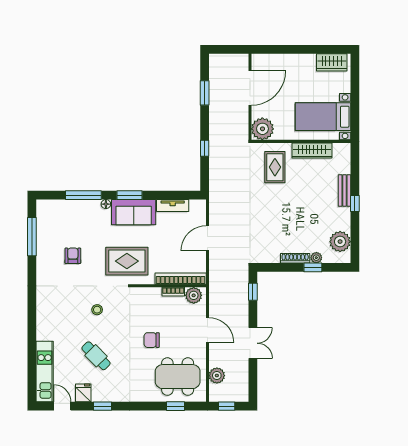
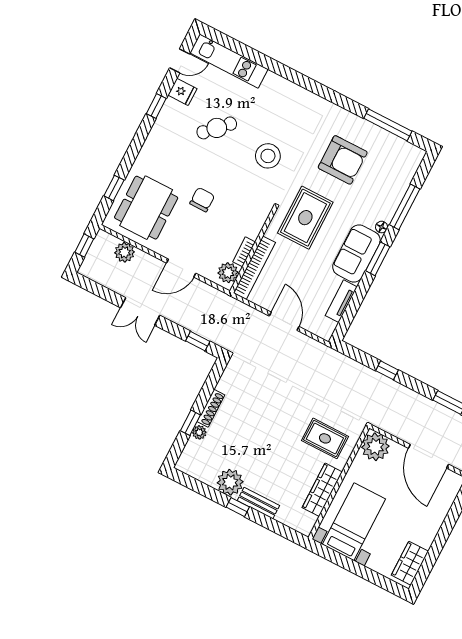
plant: (340, 242) -> (230, 482), moved
armchair: (73, 256) -> (343, 160), width x1.88, depth x1.88
stool: (97, 310) -> (268, 156), width x1.89, depth x1.89

